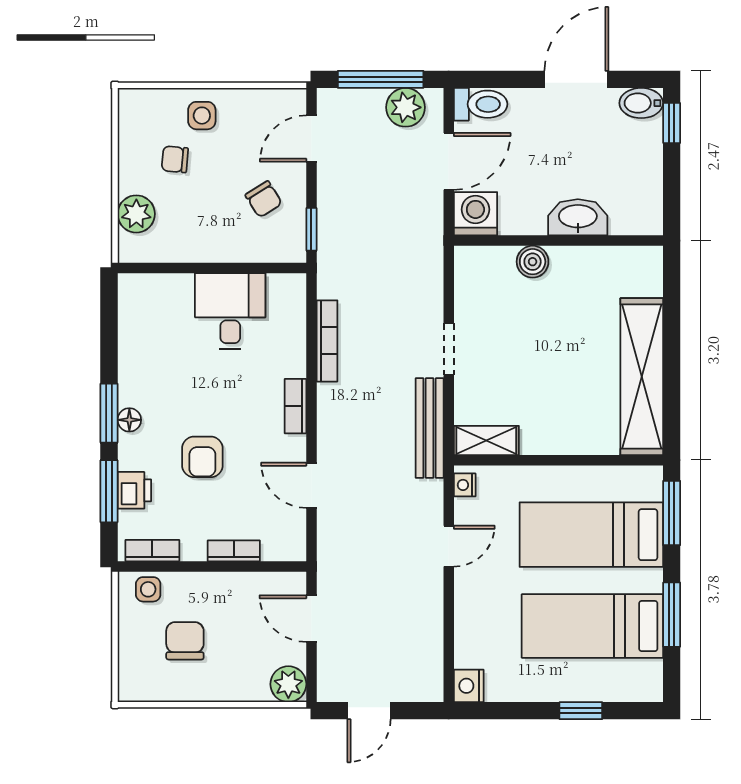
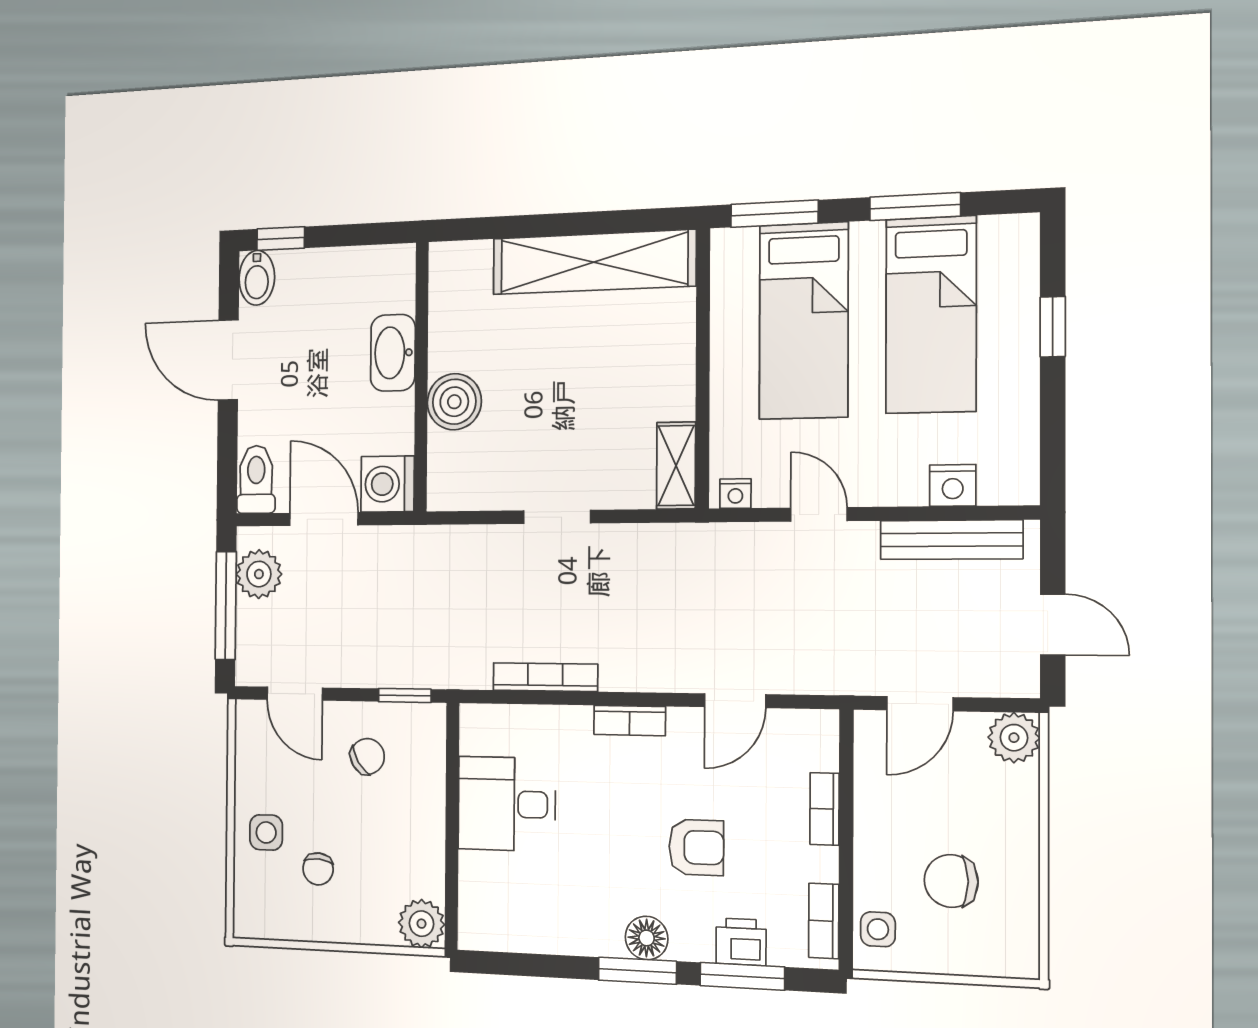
plant: (136, 214) -> (422, 924), moved
boiler: (533, 262) -> (454, 402), width x1.36, depth x1.36
floor lamp: (129, 420) -> (647, 938), width x1.37, depth x1.37
bench: (430, 428) -> (951, 540), moved
nightstand: (469, 686) -> (953, 485), moved

